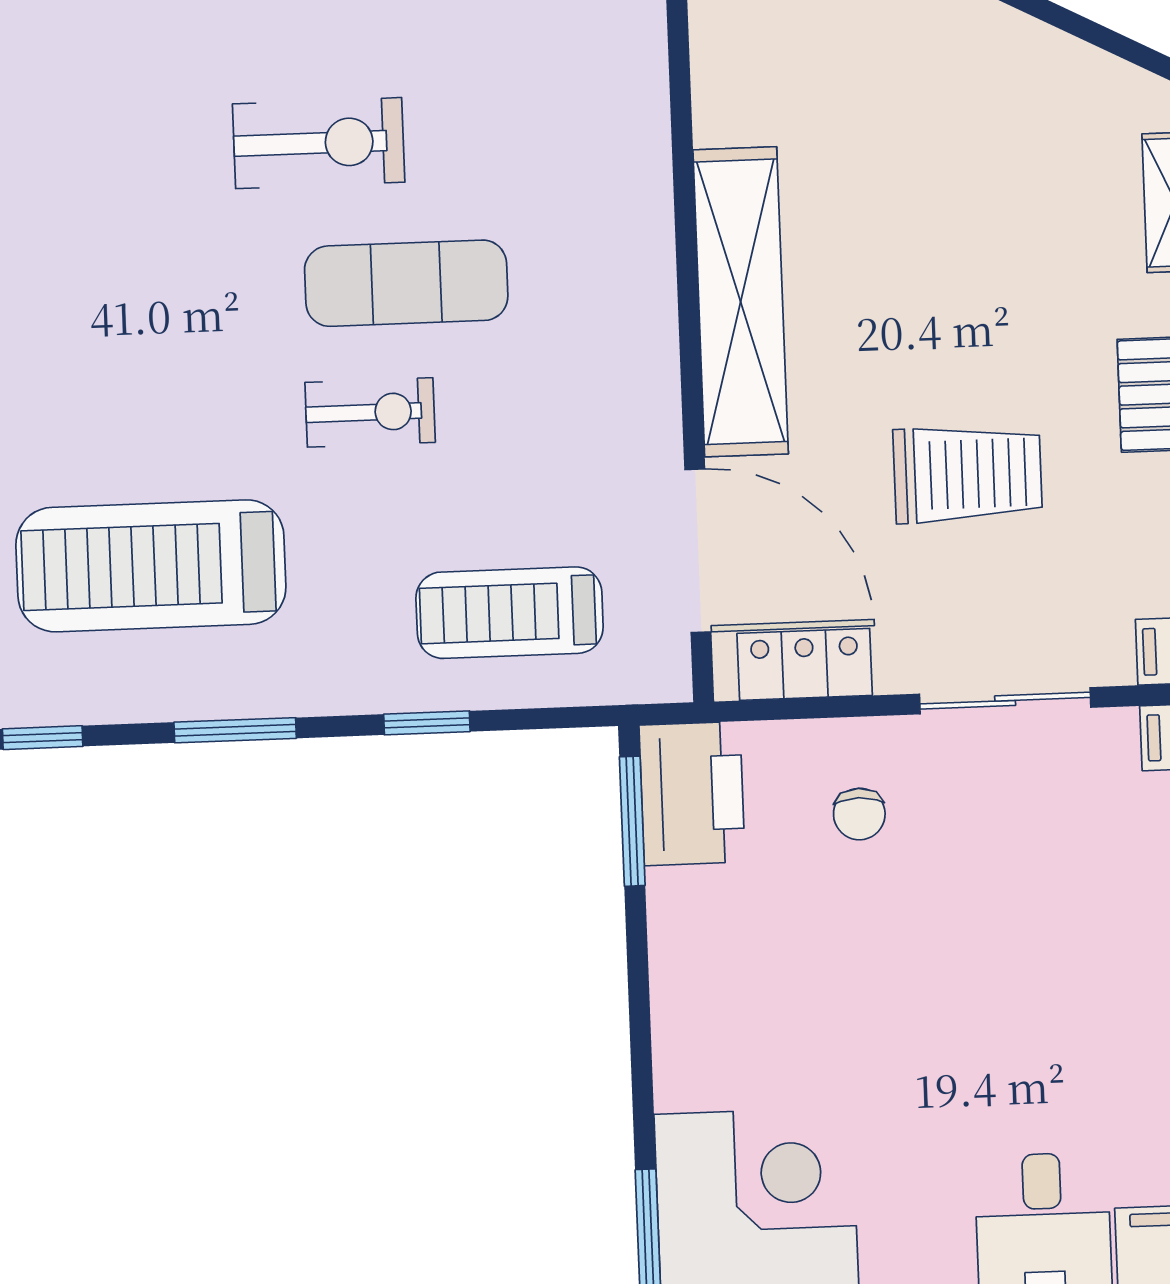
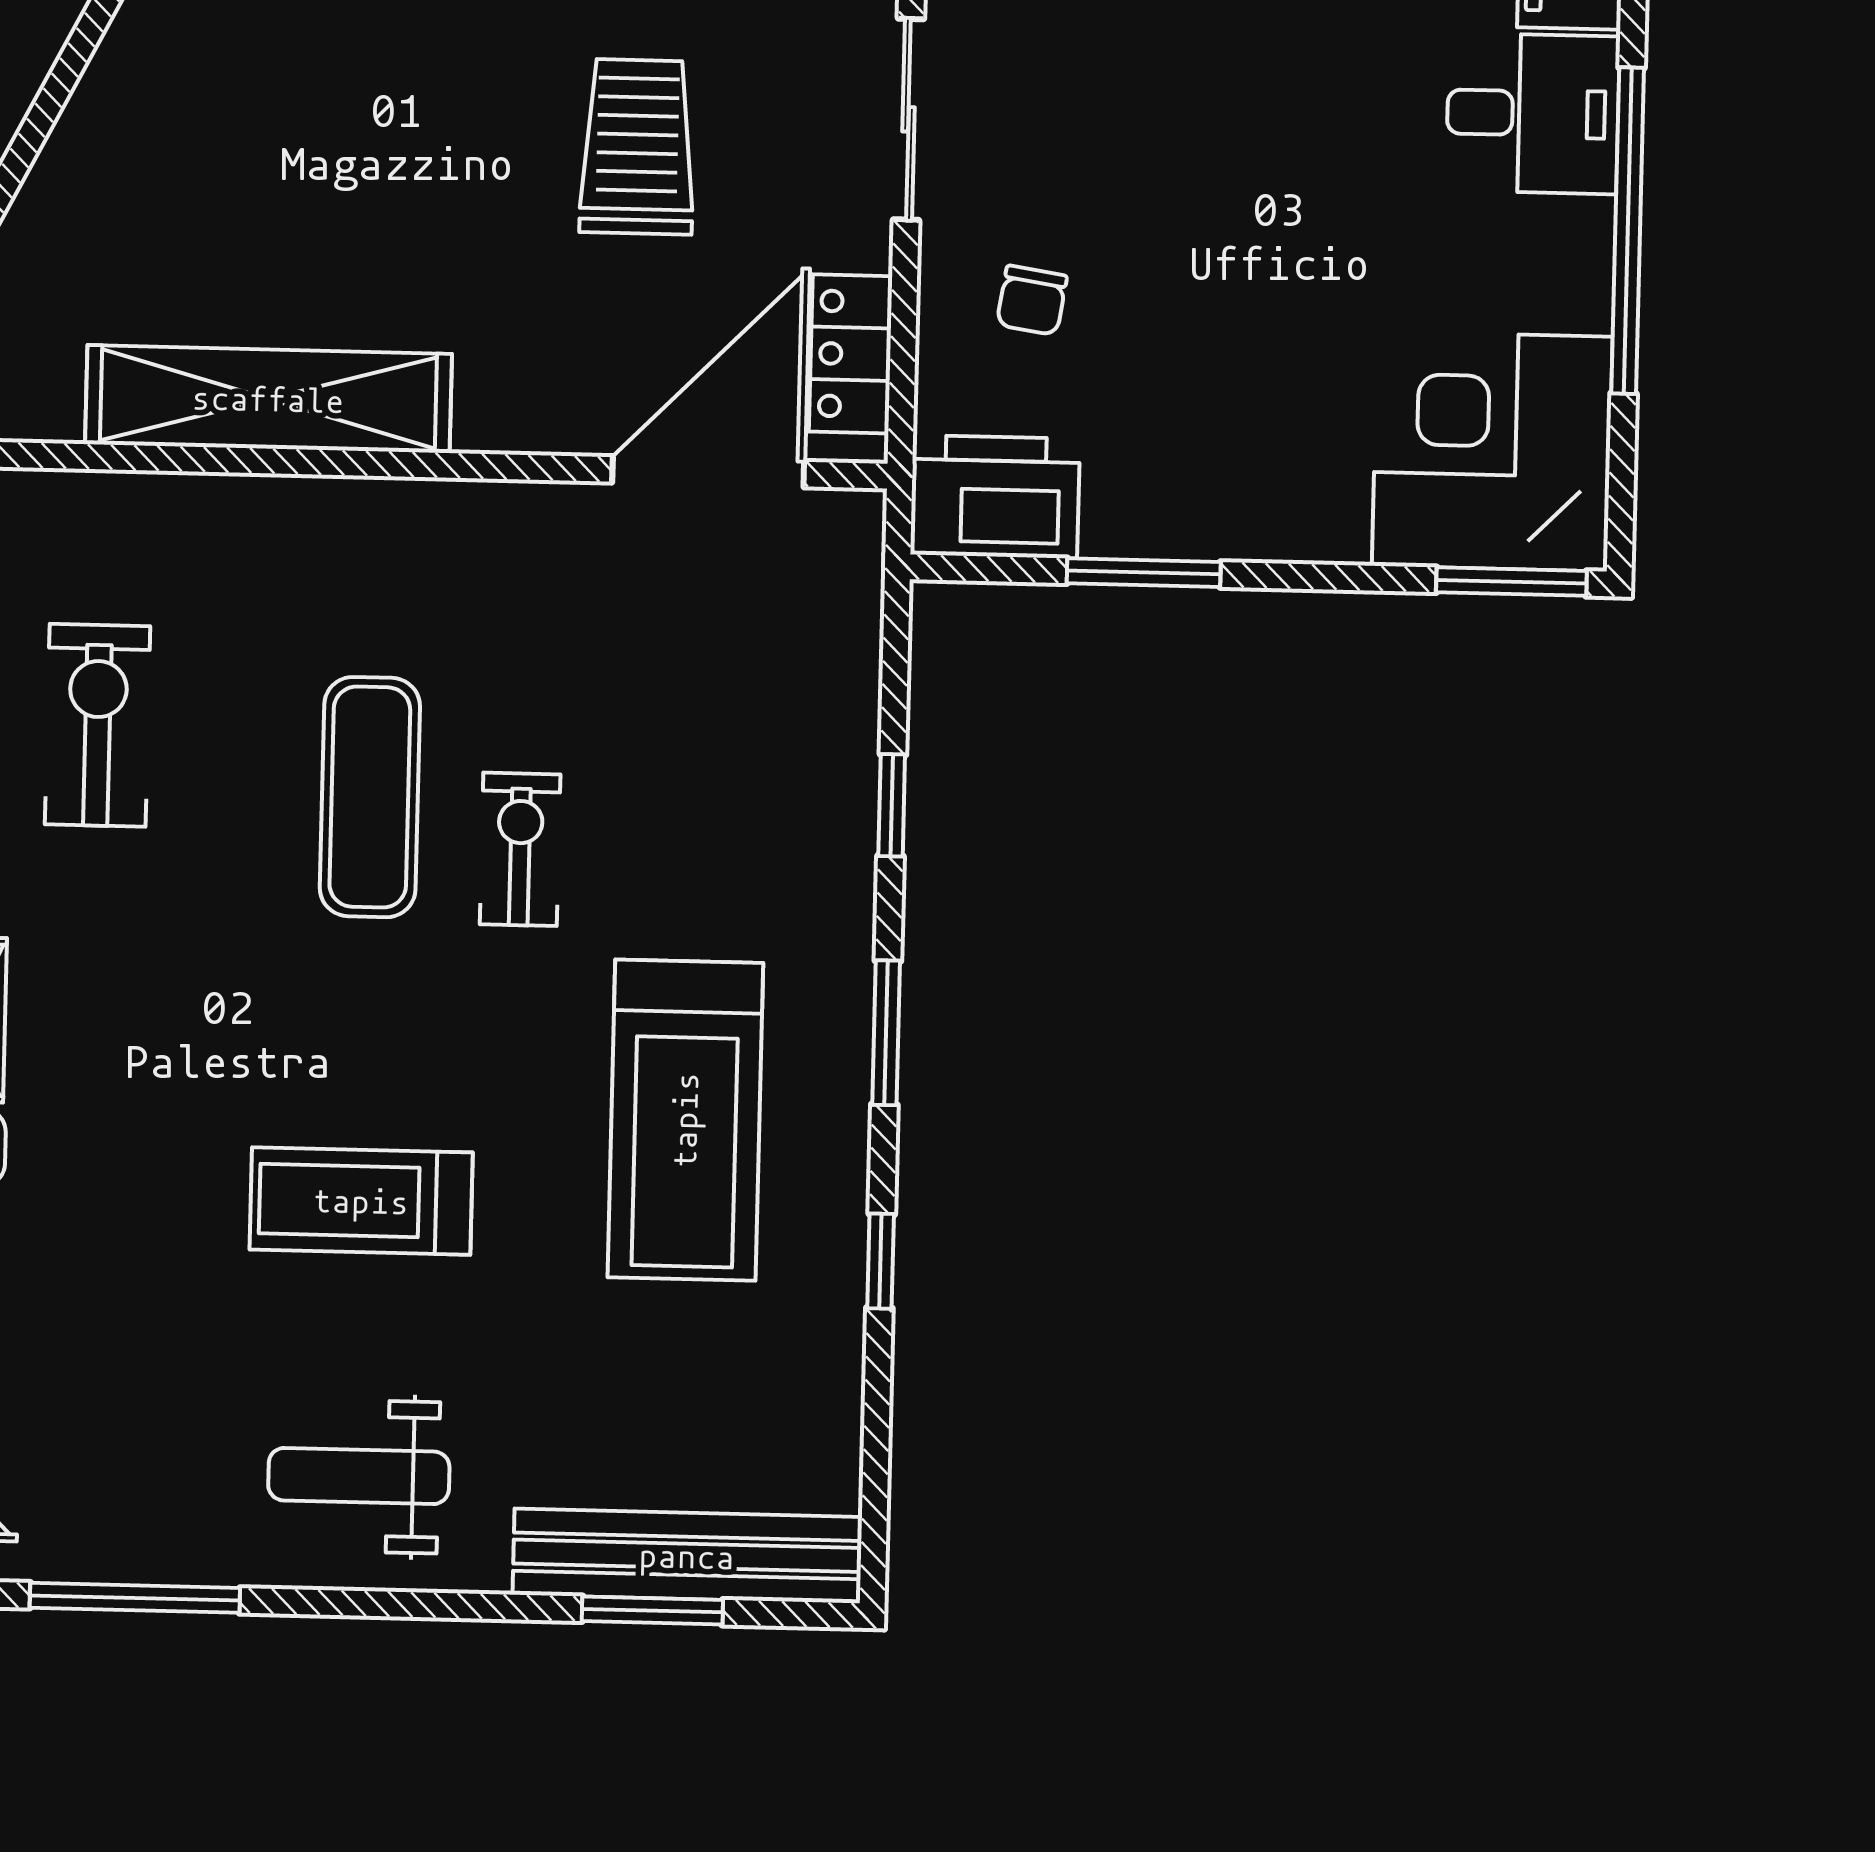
exercise bike: (319, 143) -> (98, 725), moved
shelving: (741, 302) -> (268, 399), moved
treadmill: (510, 613) -> (361, 1201), moved, turned 90
chair: (859, 814) -> (1032, 300), turned 99
window: (632, 821) -> (1144, 573), moved

